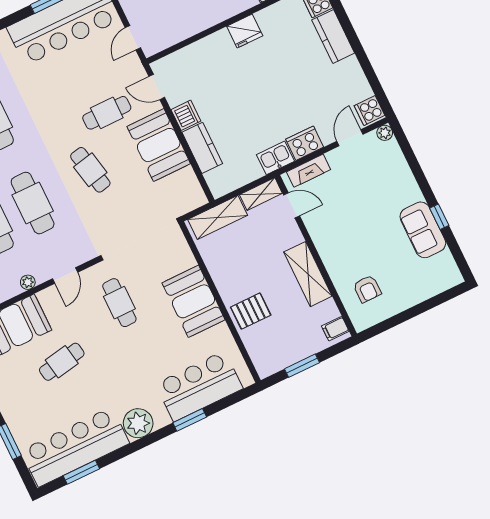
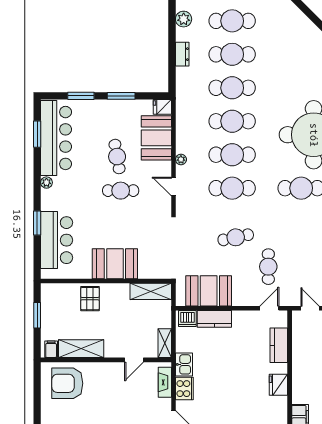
kitchen counter: (196, 54) -> (279, 345), added
dishwasher: (186, 115) -> (187, 318), moved
booth: (159, 145) -> (209, 291), moved
door: (292, 205) -> (134, 360), moved
shelving: (218, 217) -> (151, 291), moved, turned 90
shelving: (308, 274) -> (81, 349), moved
armchair: (367, 289) -> (67, 383), width x1.88, depth x1.88
cafe table: (119, 303) -> (121, 191), moved
plant: (138, 423) -> (46, 183), width x0.53, depth x0.53

